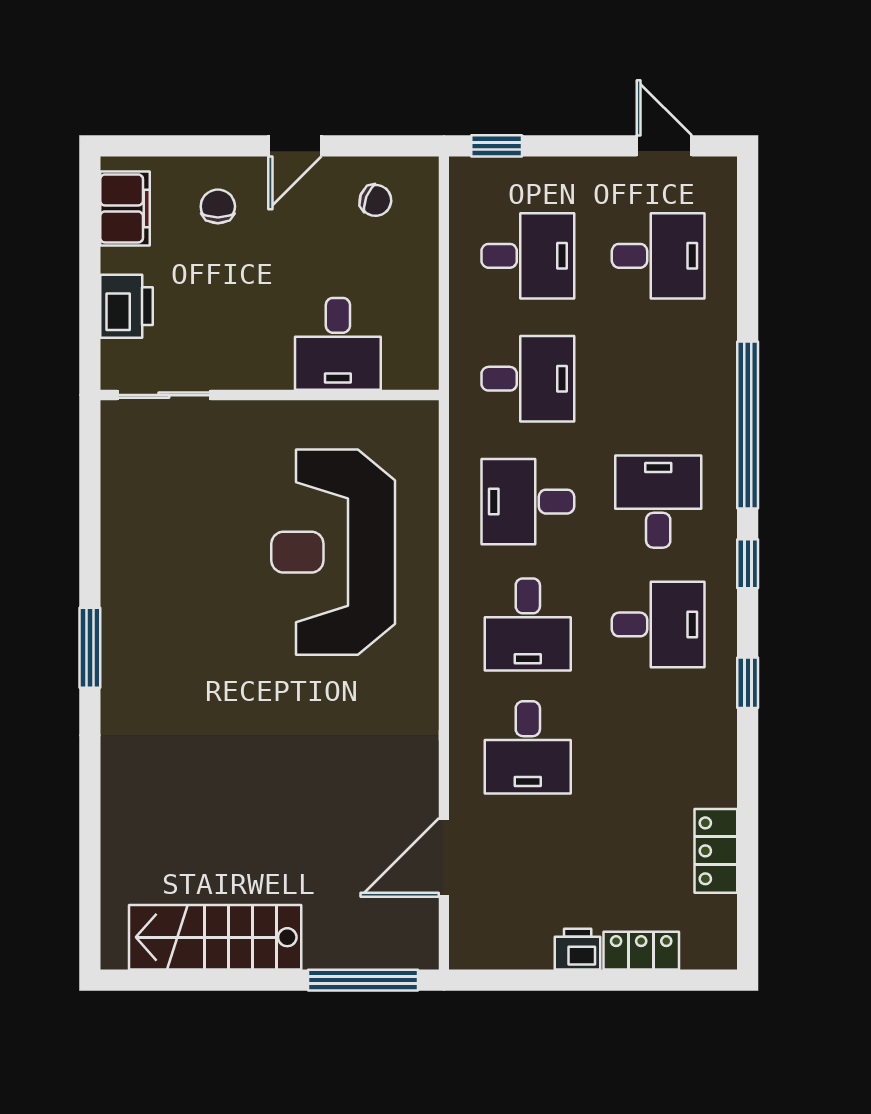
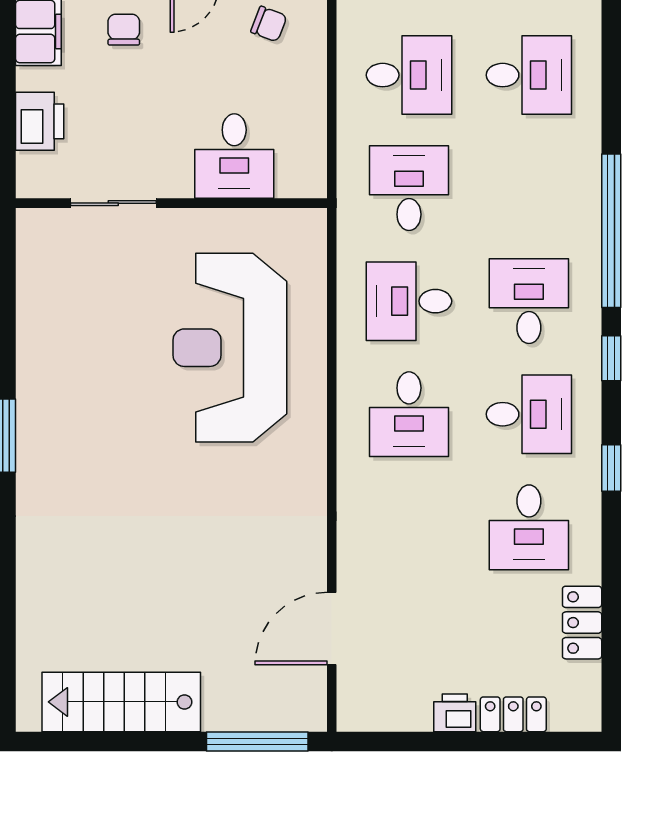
desk: (528, 379) -> (409, 188), turned -90
sliding door: (164, 395) -> (113, 203), moved
desk: (528, 747) -> (529, 527), moved

